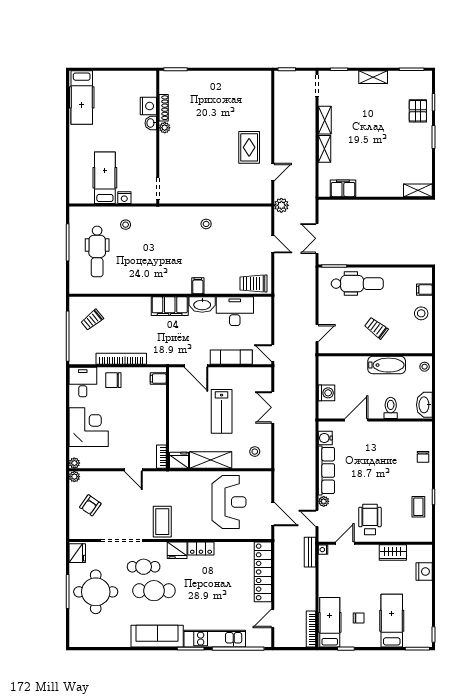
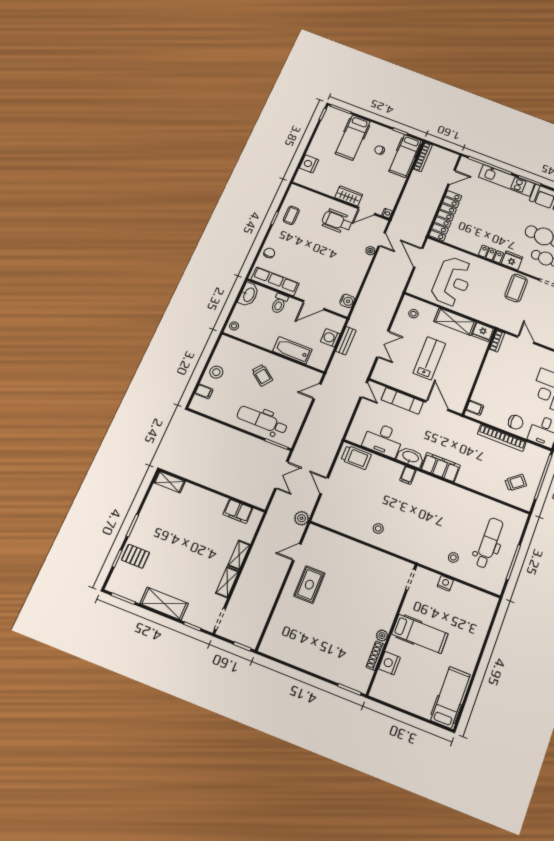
shelving: (373, 77) -> (164, 604), width x1.50, depth x1.33
pallet: (418, 111) -> (136, 556), turned 90
washbasin: (151, 123) -> (393, 645), removed
hospital bed: (105, 178) -> (420, 634), moved, turned -90
bathtub: (387, 365) -> (292, 350), moved
row of seats: (326, 470) -> (275, 281), moved, turned 90
reception desk: (229, 502) -> (452, 281), turned 180
wheelchair: (370, 519) -> (337, 221), turned 90
bench: (310, 552) -> (346, 341), moved
wardrobe: (393, 552) -> (349, 196), moved

